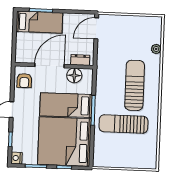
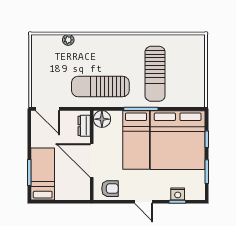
floor lamp: (74, 75) -> (102, 119), moved
sun lounger: (135, 85) -> (100, 87), moved
nightstand: (17, 158) -> (178, 194), moved

